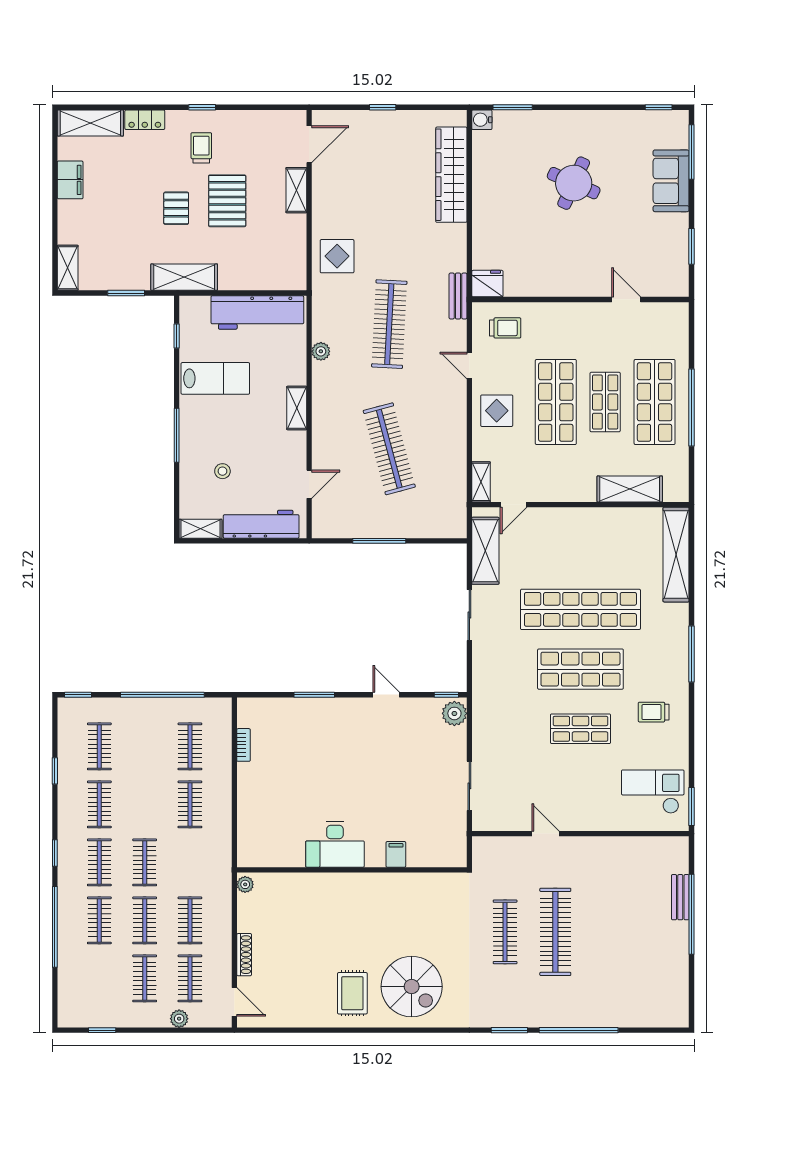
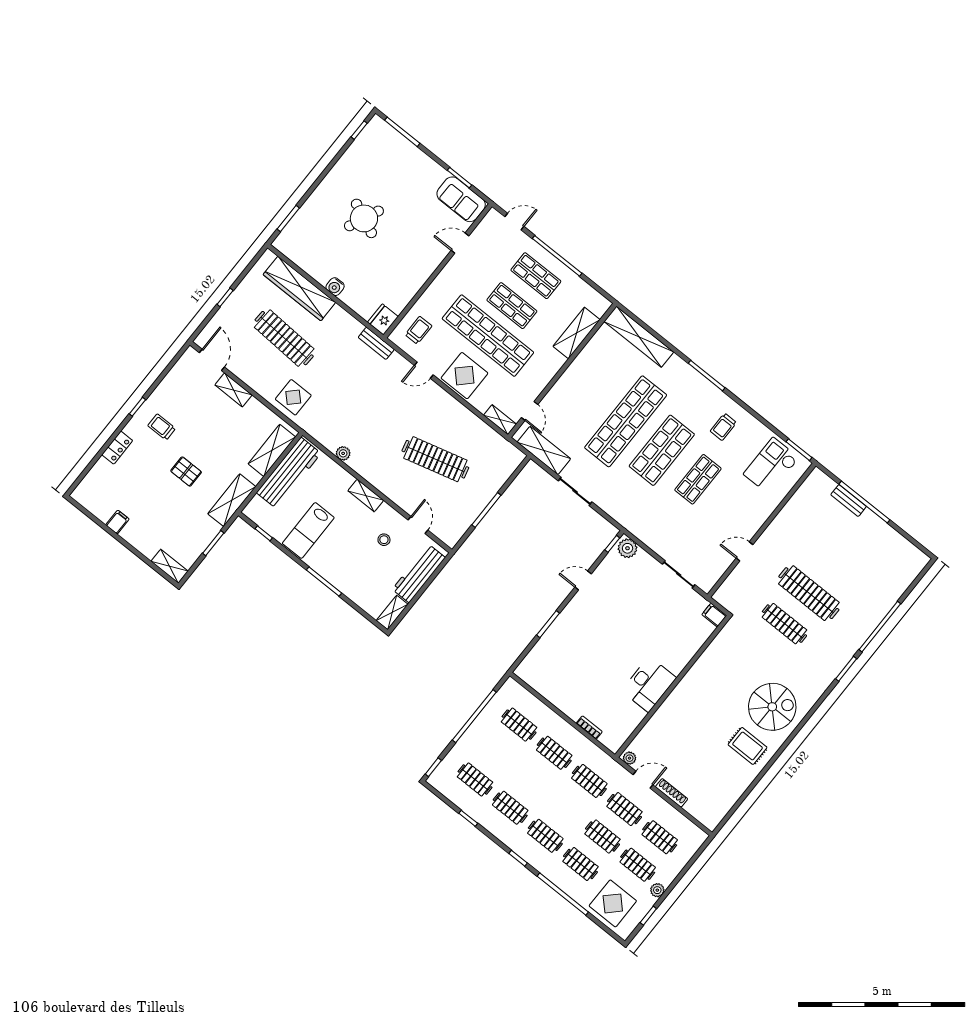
water cooler: (482, 120) -> (335, 287), moved
shelving: (90, 123) -> (272, 450), moved
filing cabinet: (70, 180) -> (117, 522), width x0.50
sofa: (671, 181) -> (461, 199), moved
pallet: (227, 201) -> (206, 437), removed
clothes rail: (389, 324) -> (284, 338), moved
door: (692, 337) -> (514, 222), added
lab bench: (215, 378) -> (308, 530), turned 180
shop shelf: (556, 402) -> (488, 336), width x1.40
shop shelf: (655, 402) -> (536, 276), width x0.70, depth x0.74
display table: (497, 411) -> (464, 376), width x1.36, depth x1.36
stool: (222, 471) -> (384, 540), moved
bookcase: (244, 745) -> (589, 727), moved
filing cabinet: (396, 854) -> (714, 615), moved
clothes rail: (145, 862) -> (589, 781), moved
display table: (86, 985) -> (613, 903), added
door: (234, 1002) -> (643, 780), moved
plant: (179, 1019) -> (657, 890), moved

